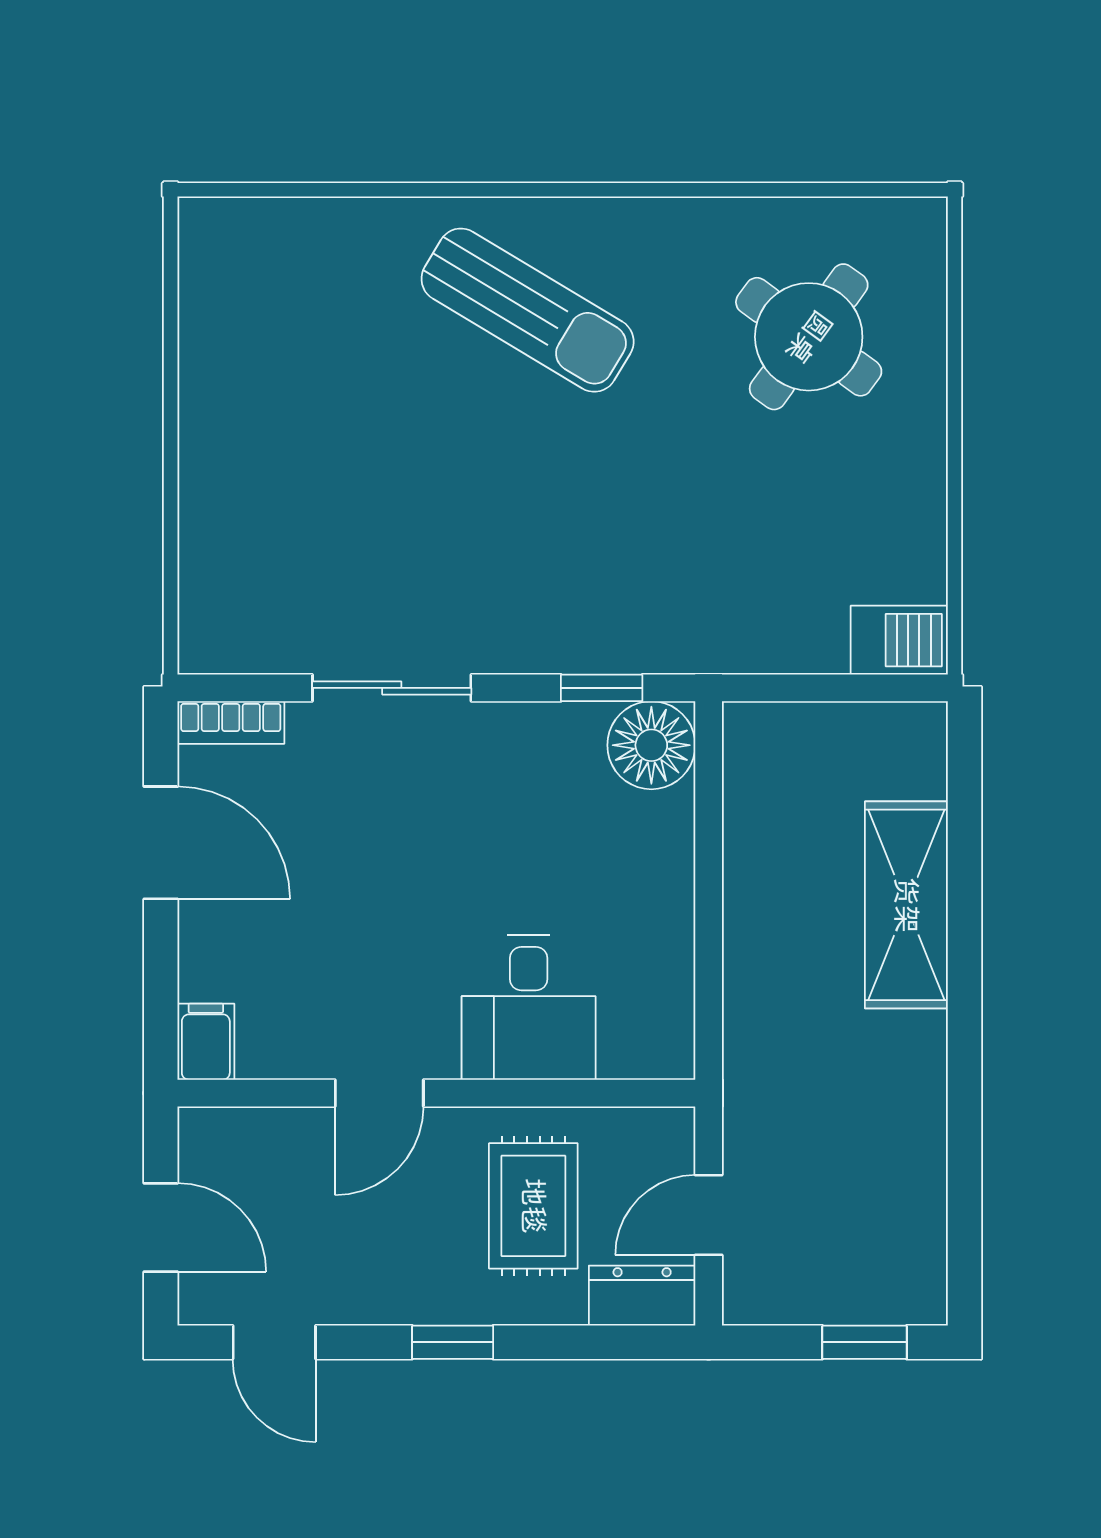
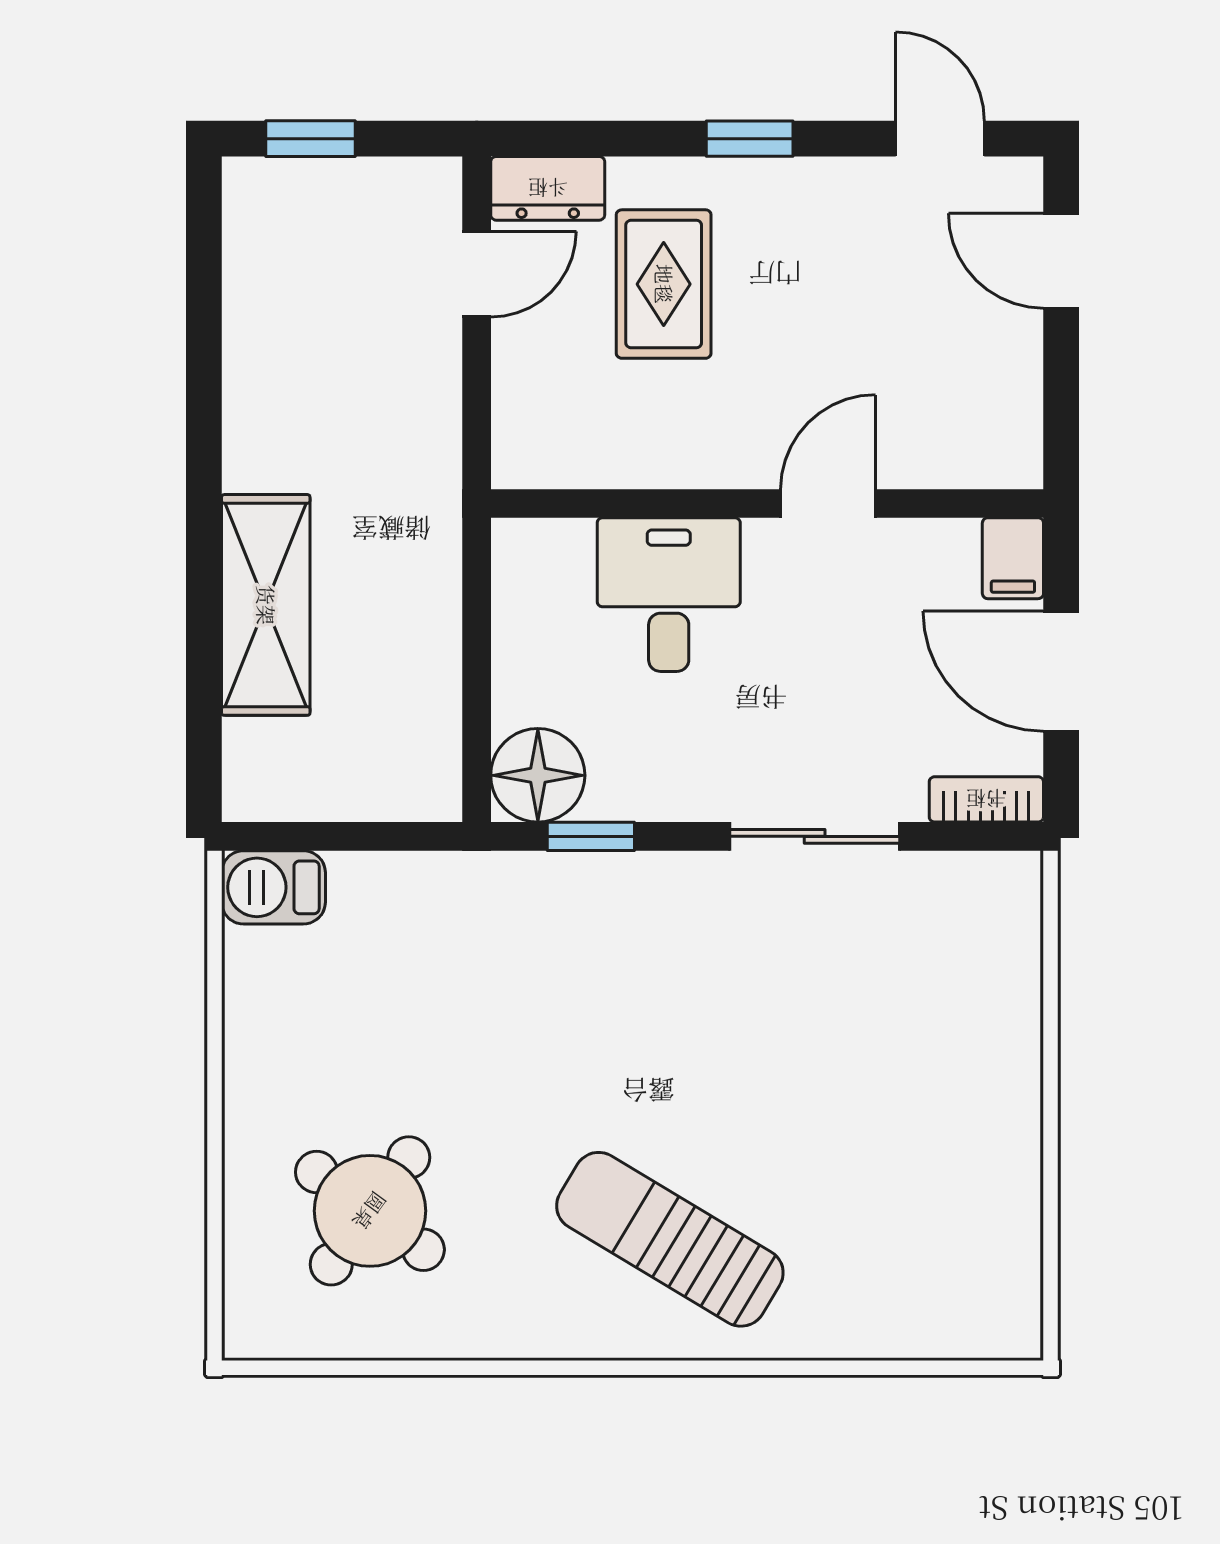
desk: (529, 1008) -> (669, 595), moved
filing cabinet: (206, 1042) -> (1013, 558), moved
door: (379, 1093) -> (828, 503), moved
wall: (436, 1093) -> (767, 503), moved

